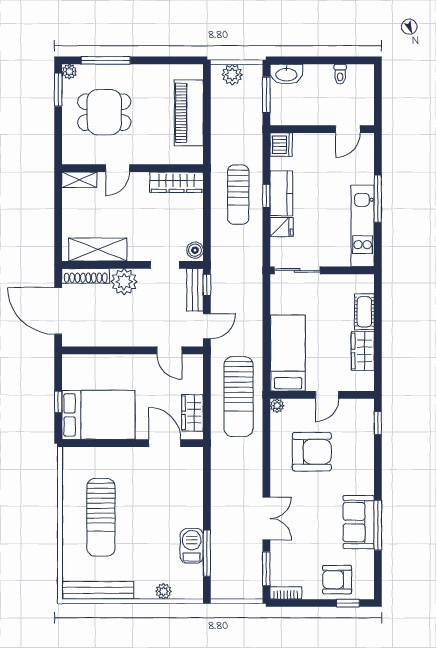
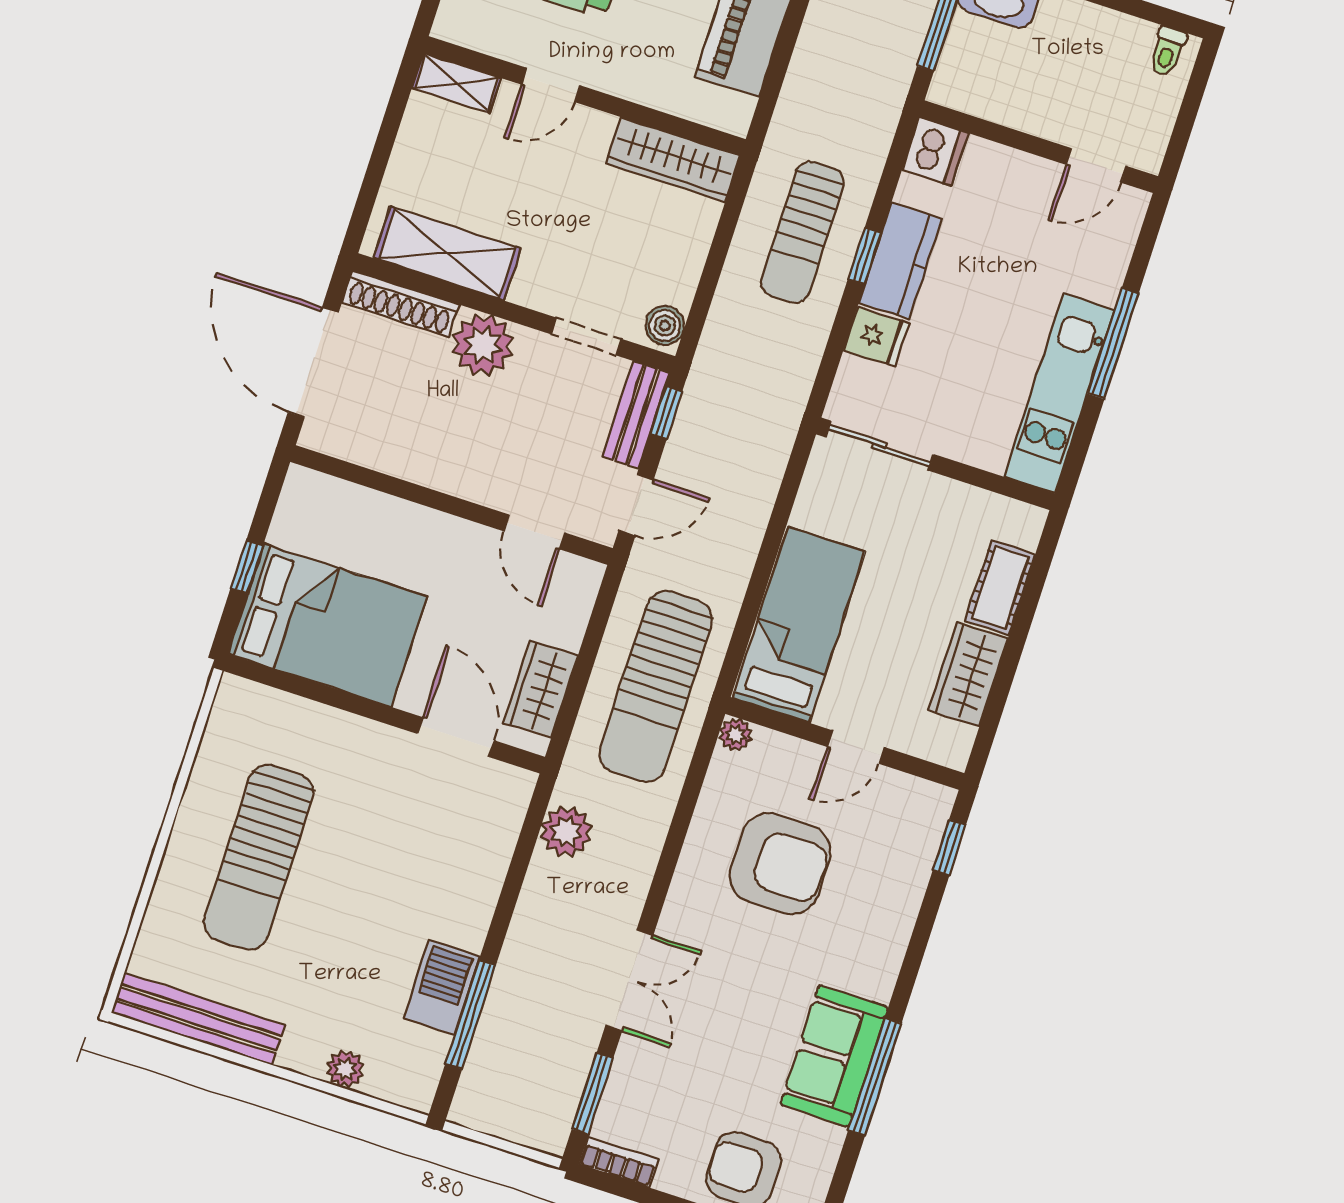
toilet: (340, 74) -> (1167, 52), moved
plant: (222, 467) -> (566, 832), added

